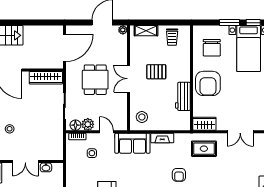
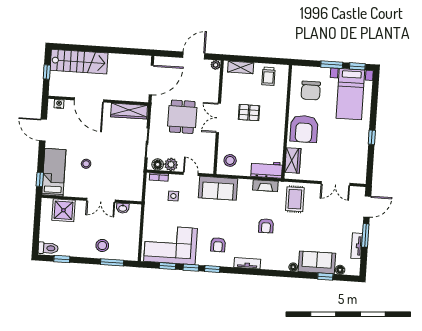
workbench: (183, 96) -> (267, 169), moved, turned 90
wardrobe: (204, 124) -> (293, 160), moved, turned 90
fireplace: (162, 138) -> (265, 186), moved
rug: (204, 149) -> (295, 199), turned 90

